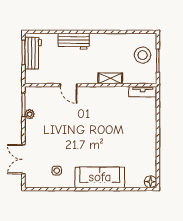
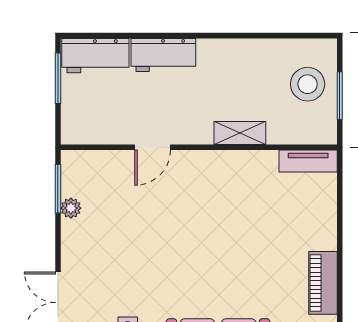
workbench: (33, 53) -> (95, 56), moved, turned 90
door: (69, 85) -> (153, 147), hinge flipped
piano: (150, 150) -> (323, 283), added

